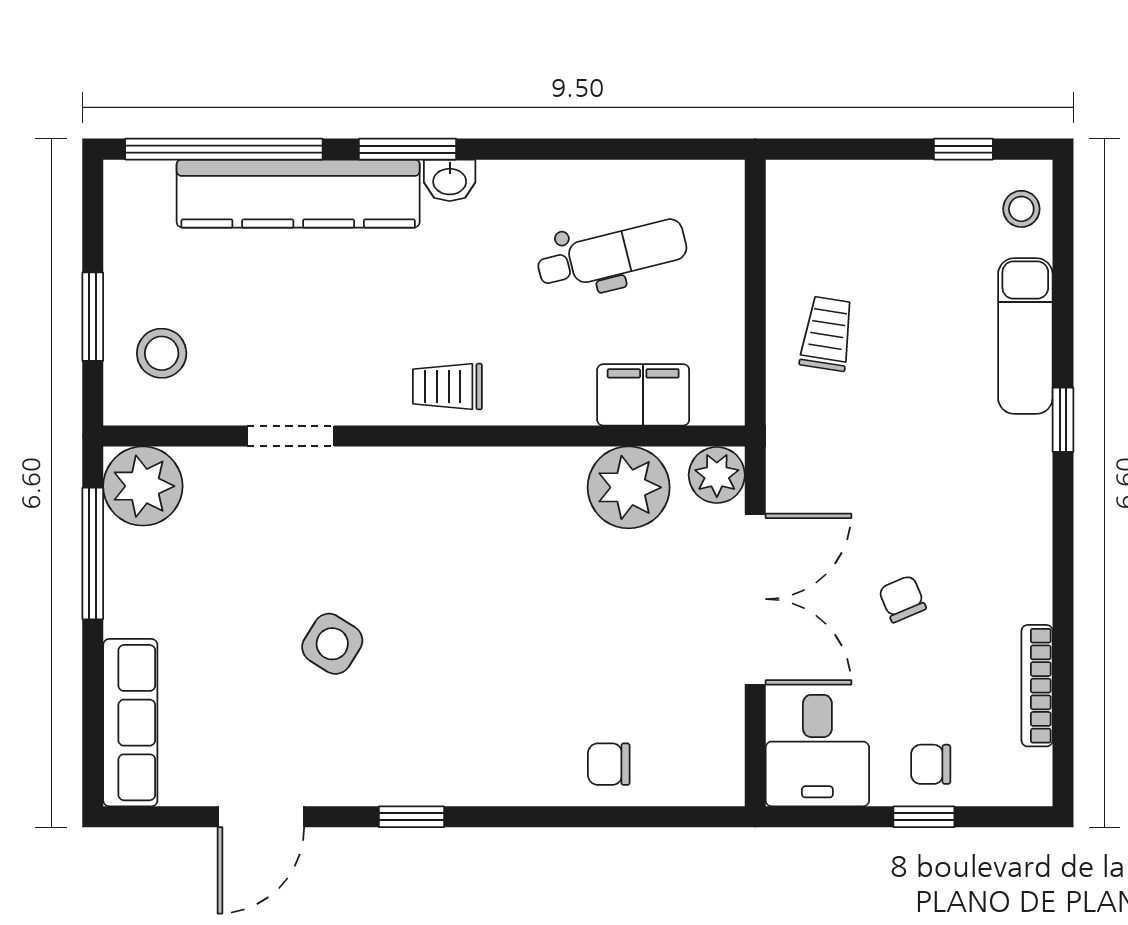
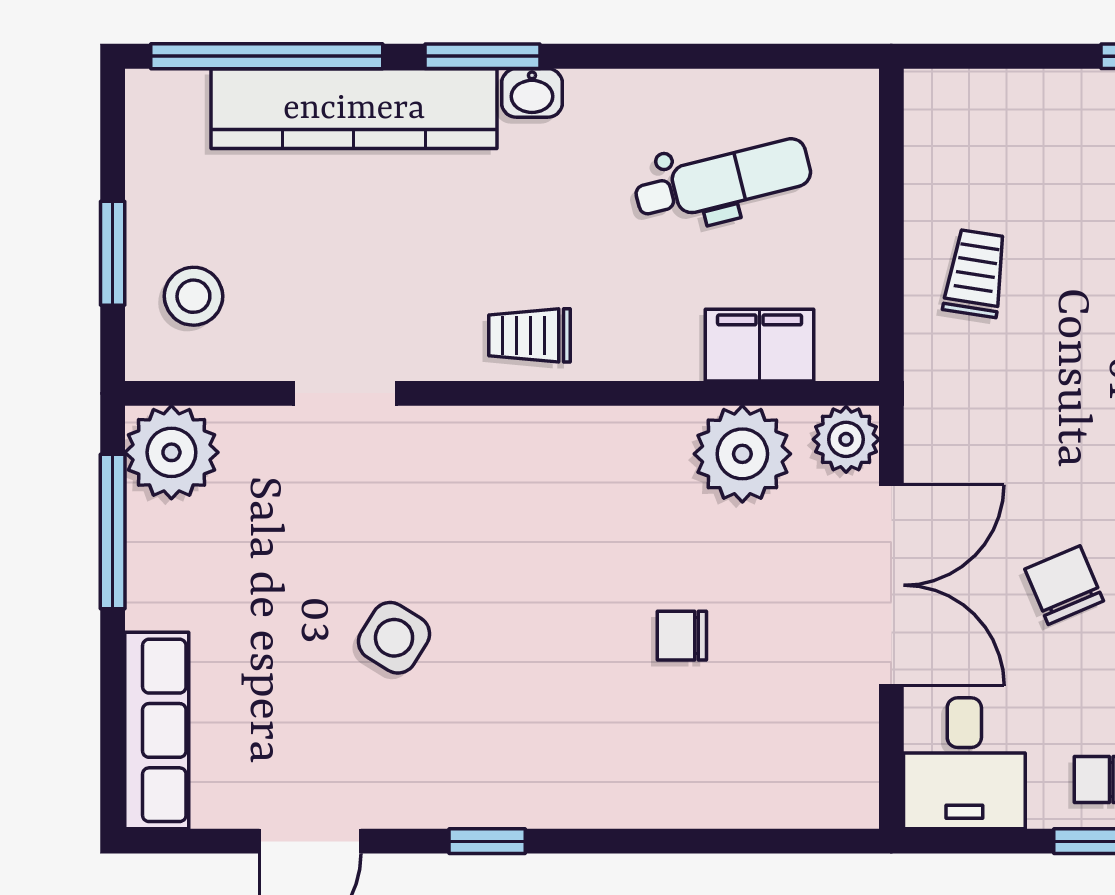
chair: (902, 599) -> (1064, 585), width x1.37, depth x1.37
chair: (609, 764) -> (682, 636), moved

